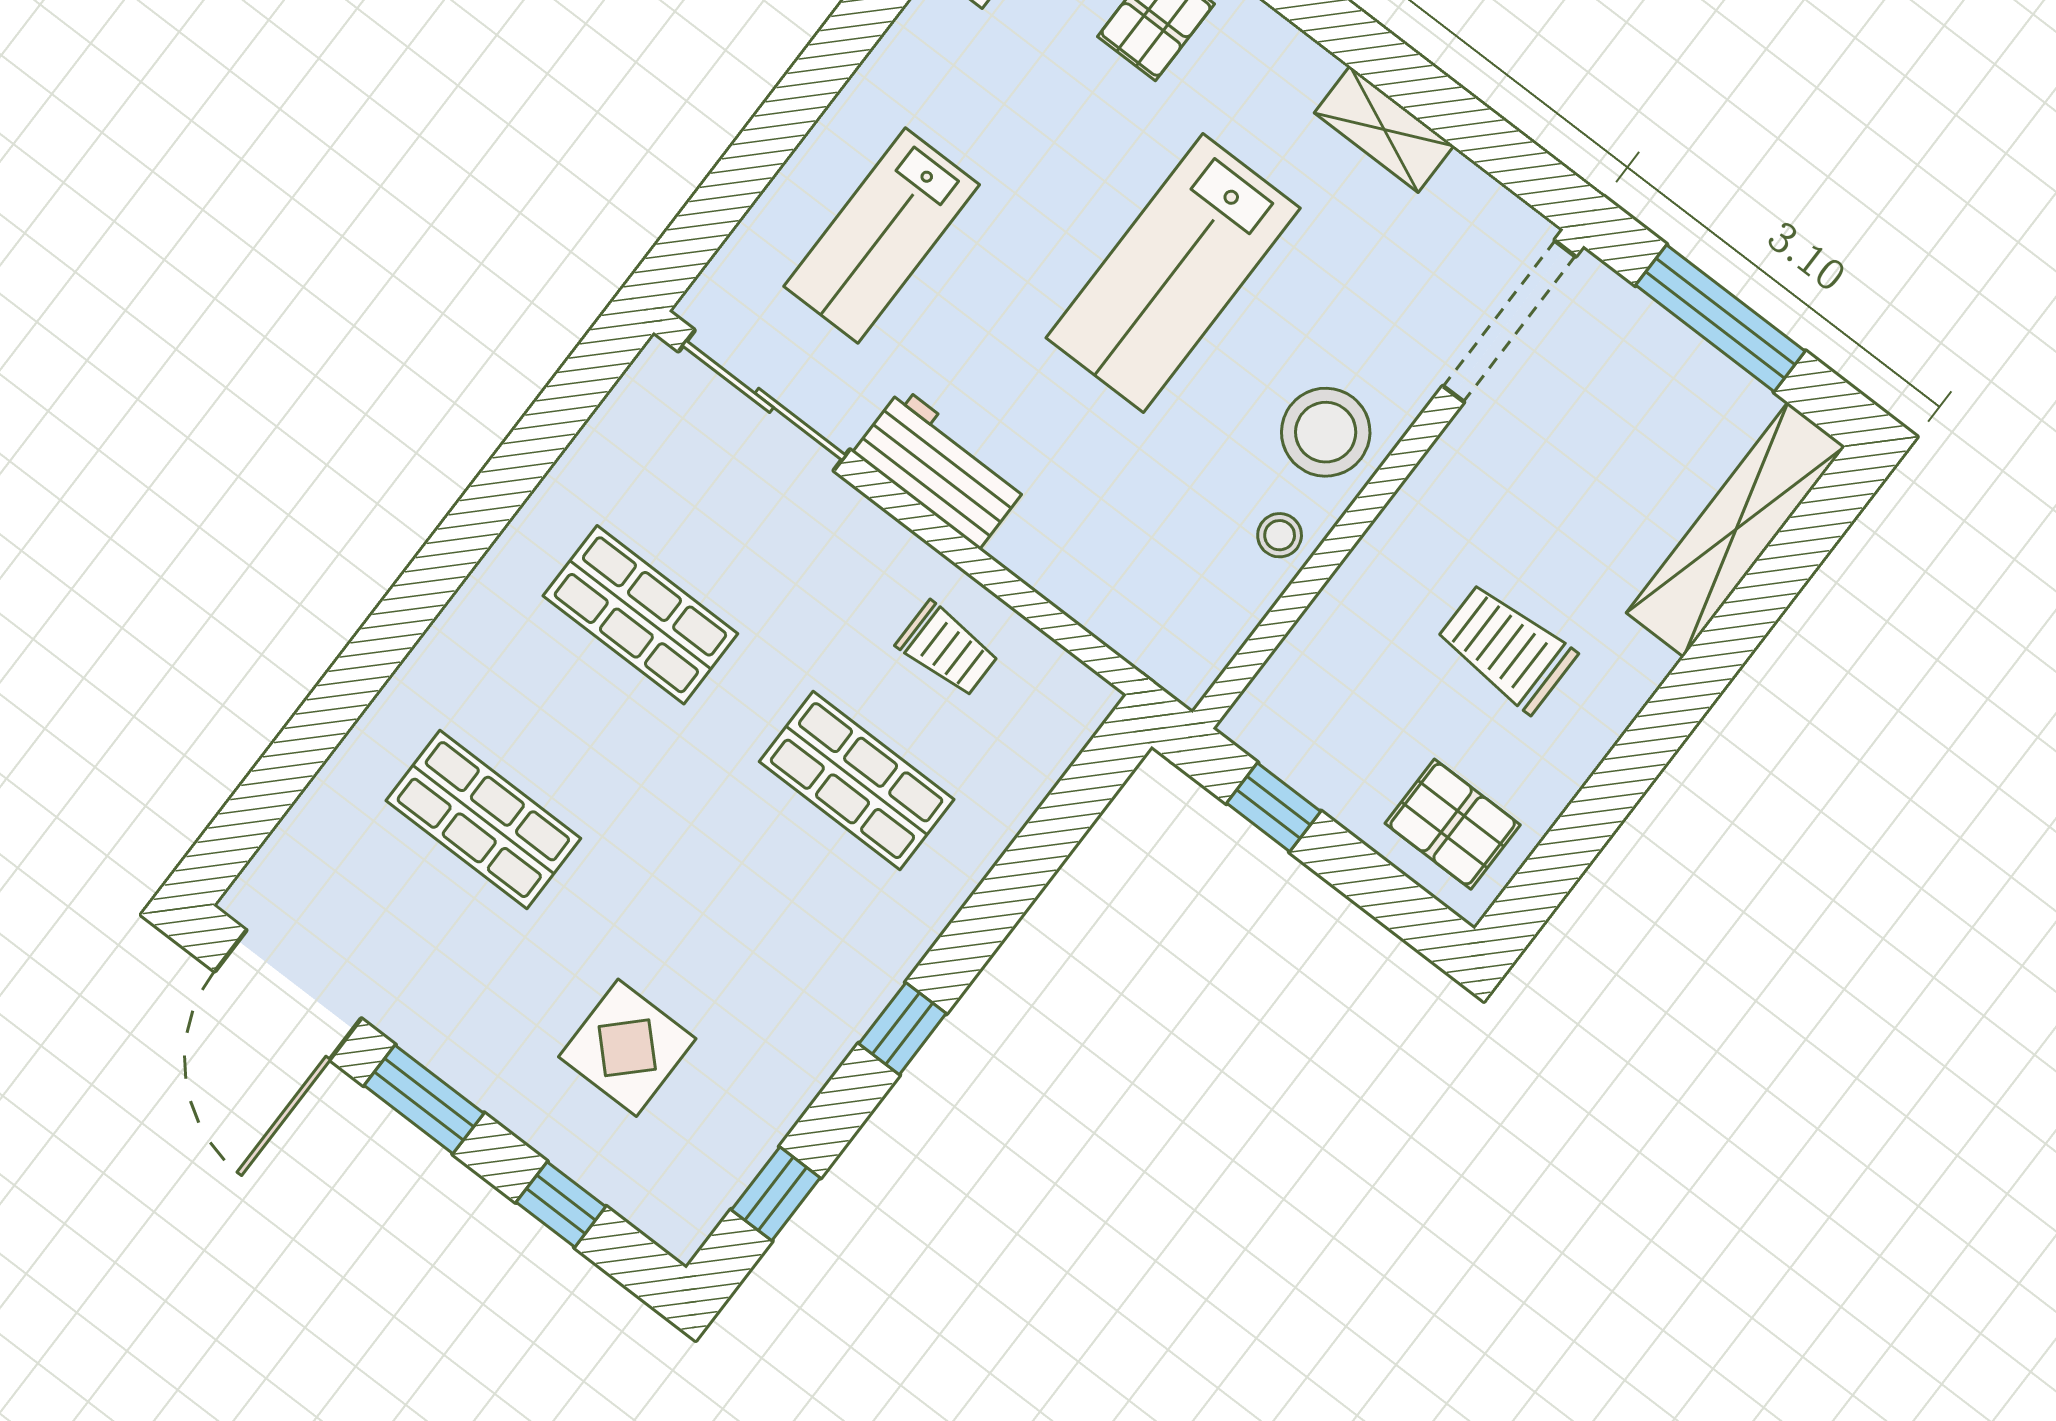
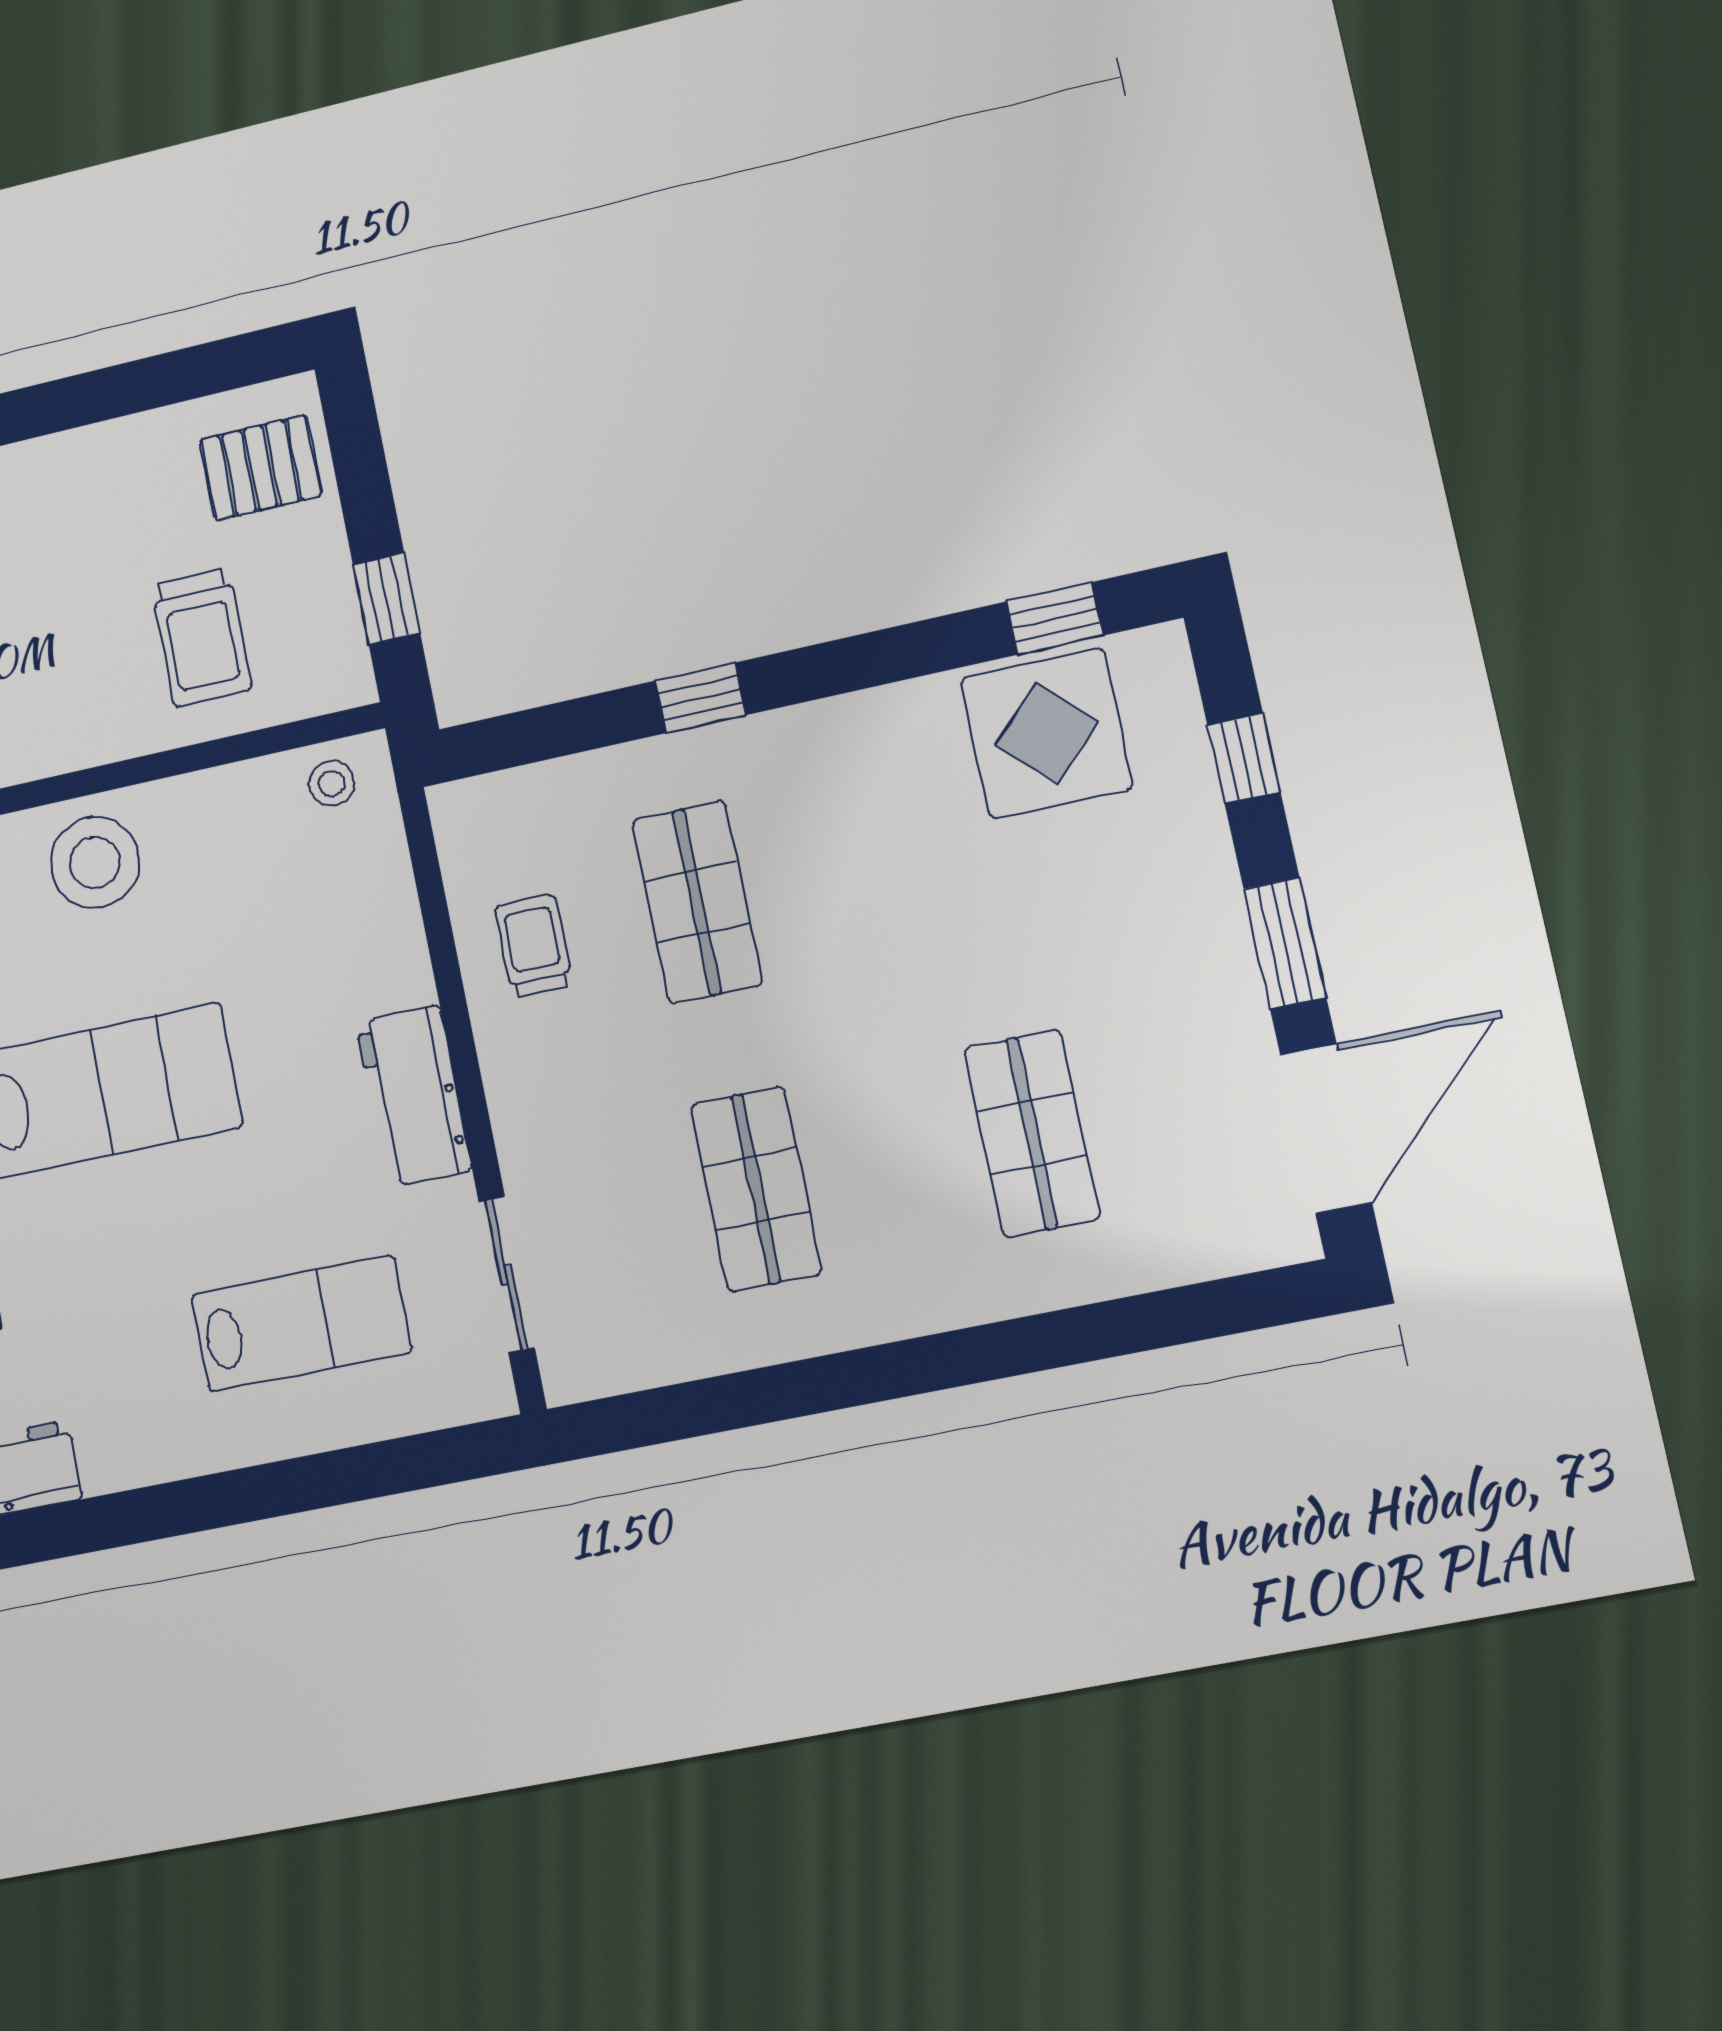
sliding door: (764, 400) -> (507, 1275), width x0.73
stool: (1280, 535) -> (331, 783), moved
trolley: (1506, 648) -> (202, 637), moved
pallet: (1453, 824) -> (261, 468), turned 90
window: (903, 1029) -> (700, 698), moved
display table: (627, 1048) -> (1047, 733), moved, width x1.36, depth x1.36

